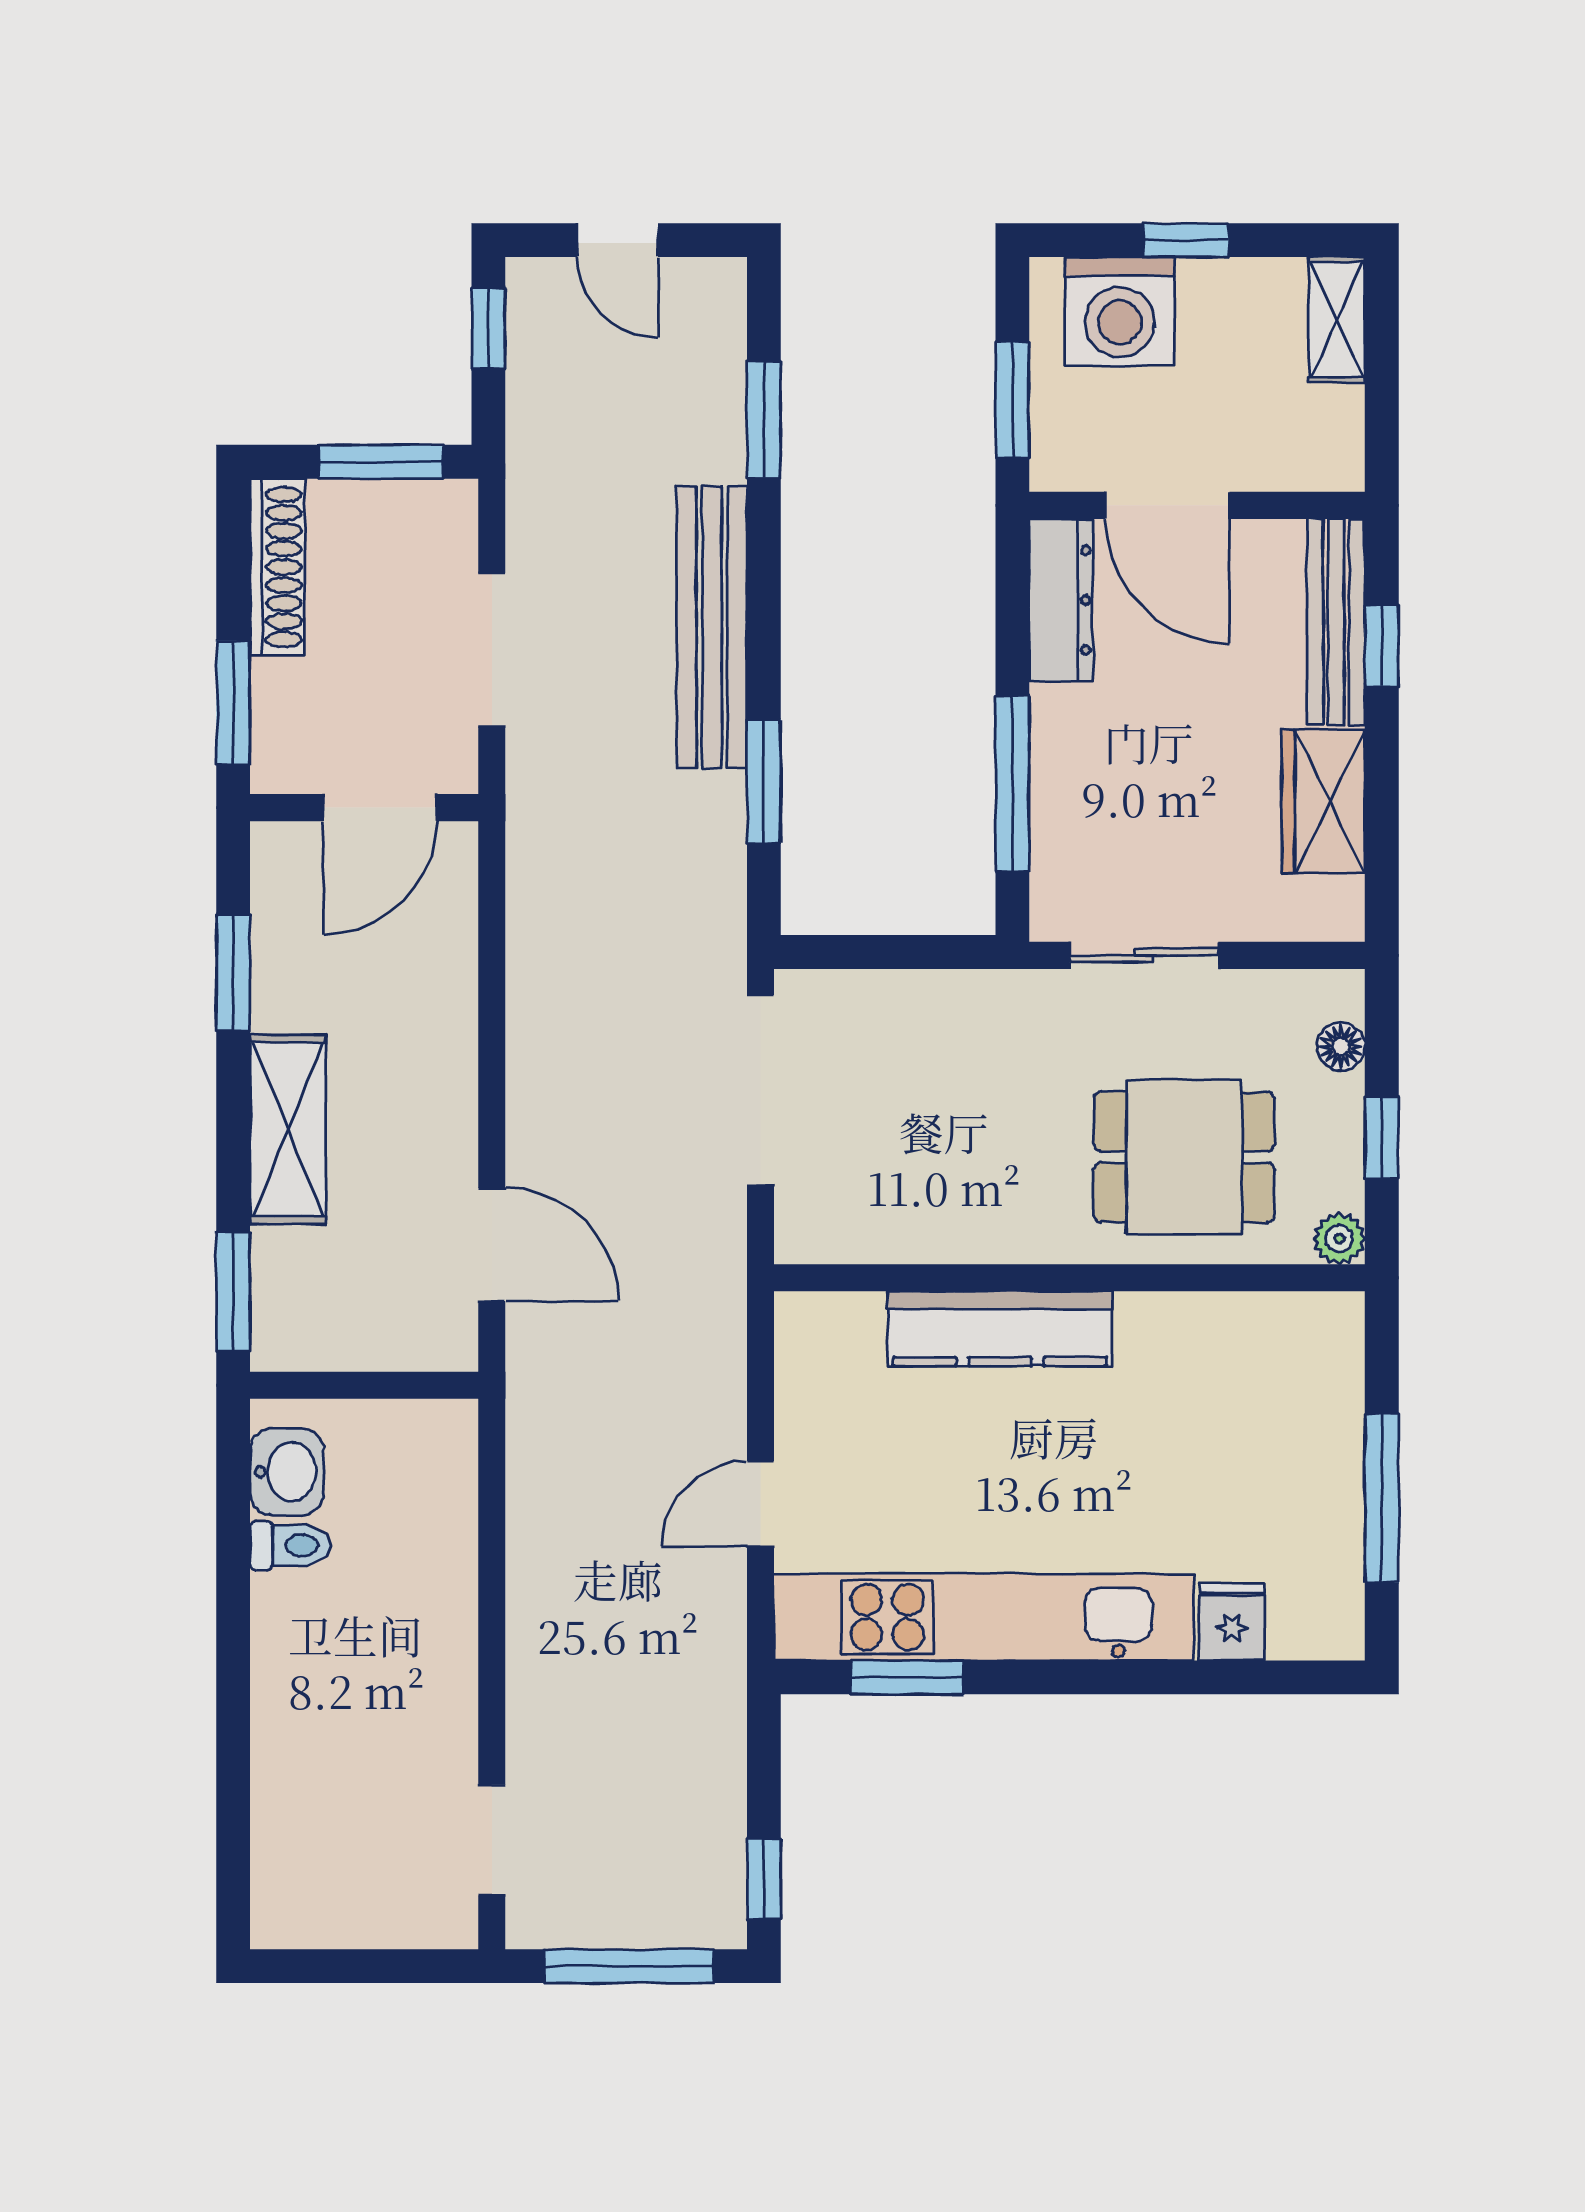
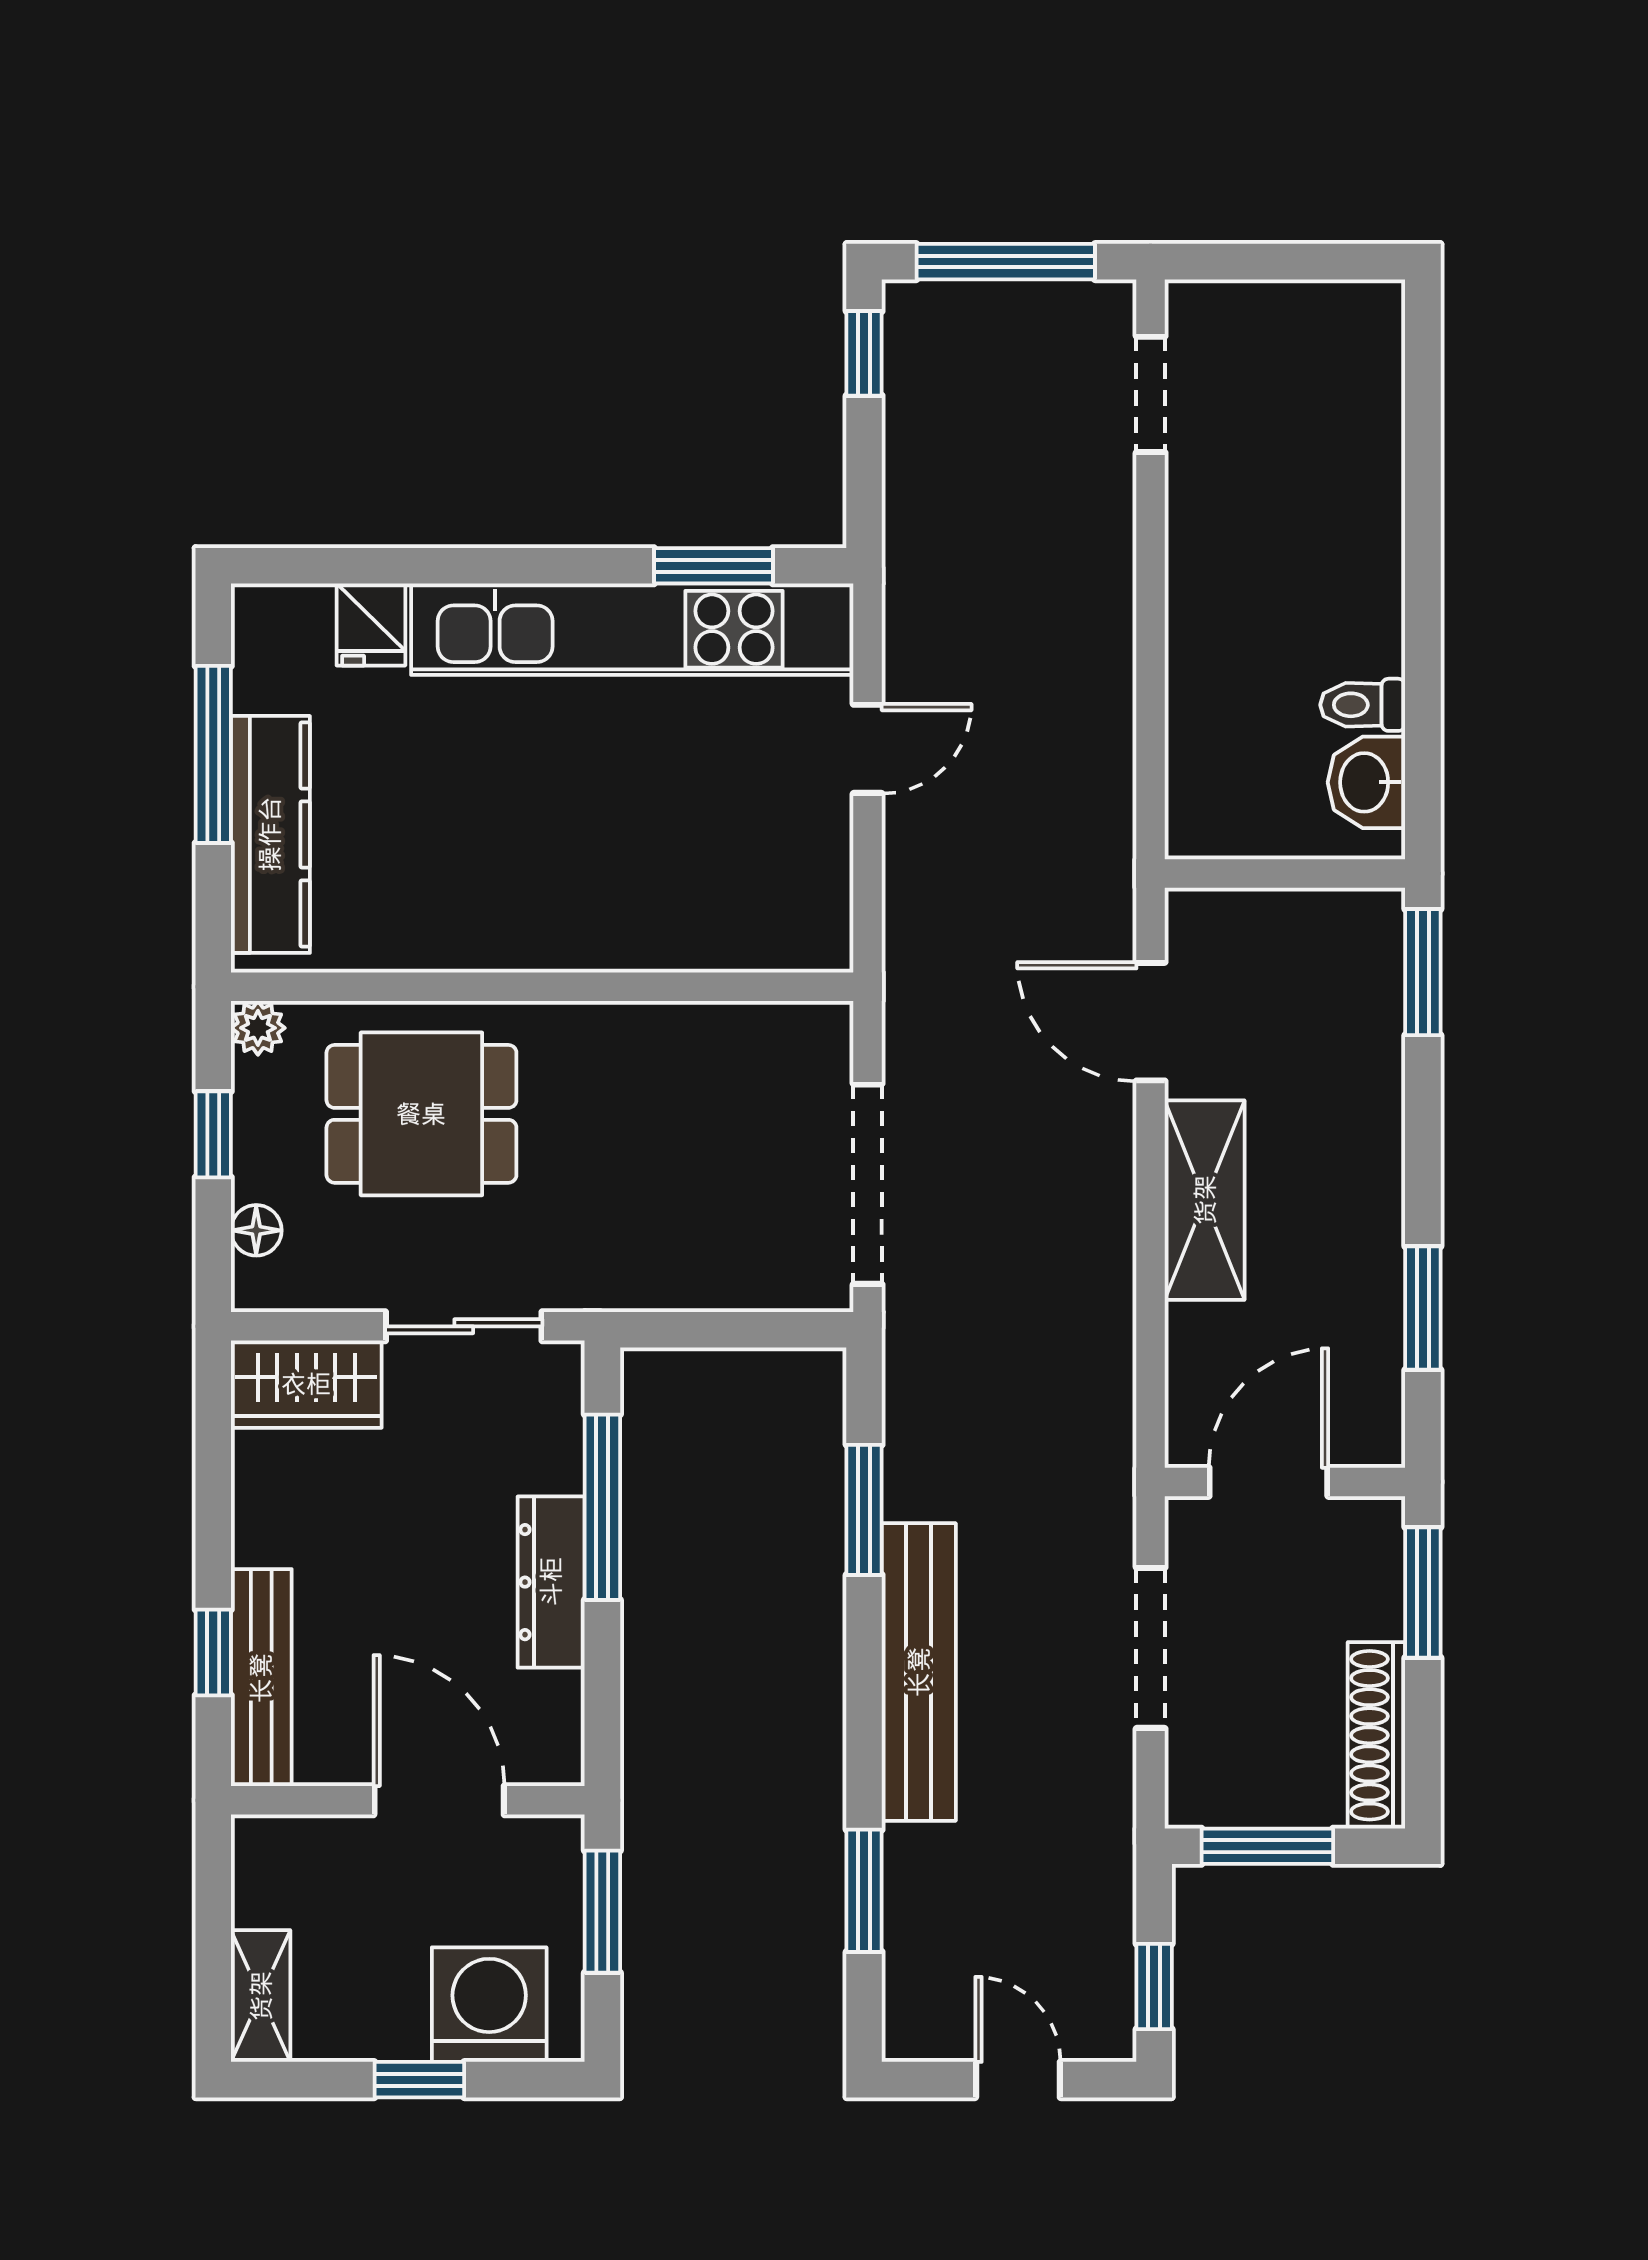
dresser: (1061, 600) -> (551, 1582), moved
wardrobe: (1323, 802) -> (306, 1384), moved, turned 90
shelving: (288, 1129) -> (1205, 1200), moved
kitchen counter: (1000, 1329) -> (270, 834), moved, turned 90

